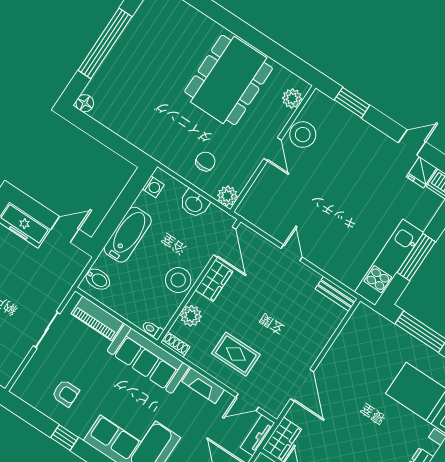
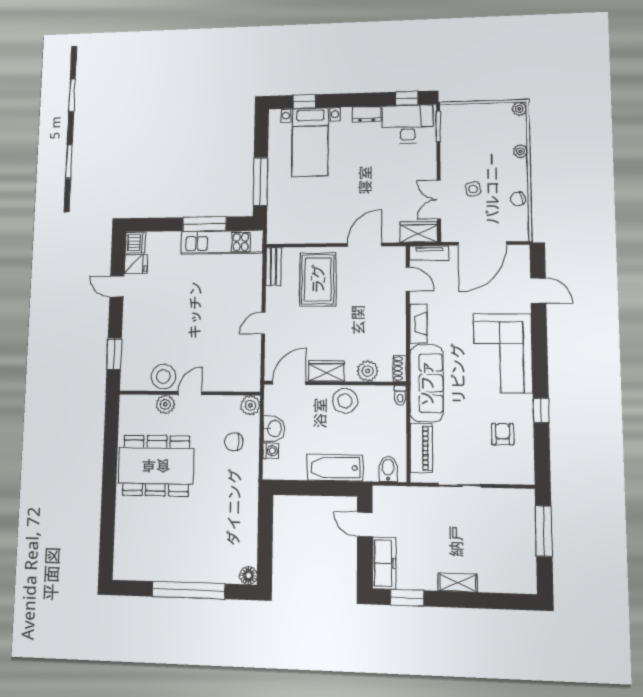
plant: (292, 98) -> (165, 404), moved
washing machine: (153, 187) -> (271, 451), moved, turned 90
rug: (236, 354) -> (318, 279), moved, width x1.36, depth x1.43

